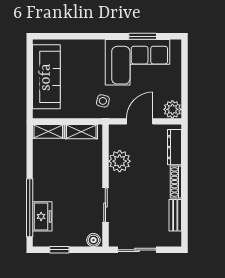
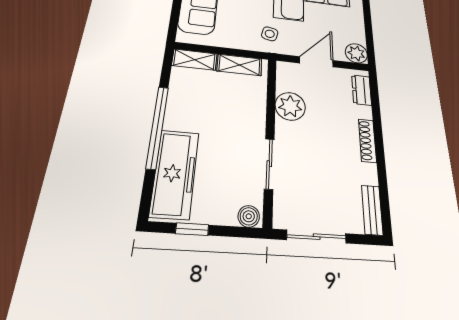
dresser: (174, 147) -> (362, 90), width x0.70
window: (30, 208) -> (157, 127), moved
bench: (175, 215) -> (372, 210), moved
freezer: (42, 216) -> (175, 173), width x1.91, depth x1.26

